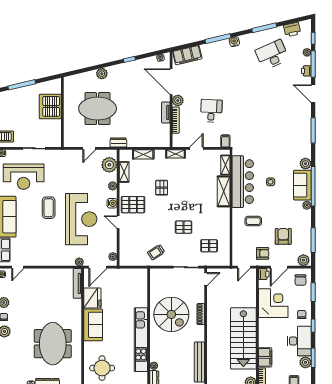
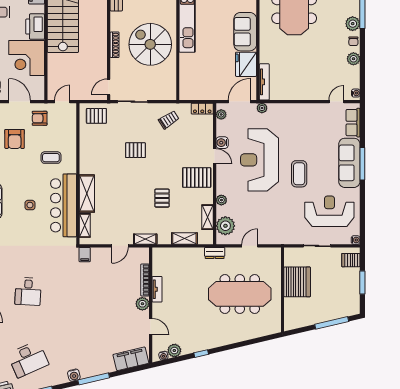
plant: (102, 74) -> (174, 351), moved
door: (171, 82) -> (151, 327), width x0.53
server rack: (50, 106) -> (297, 282), moved
meeting table: (98, 109) -> (240, 294), width x1.36
desk: (211, 111) -> (28, 291), moved
water cooler: (112, 203) -> (222, 143), moved
pallet: (209, 246) -> (96, 116), moved
locker: (128, 261) -> (202, 109), added
door: (279, 267) -> (20, 102), hinge flipped
printer: (264, 274) -> (35, 27), moved, width x1.87, depth x1.48

